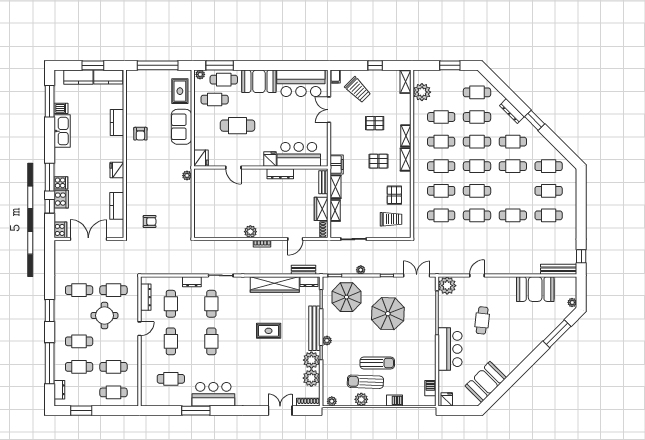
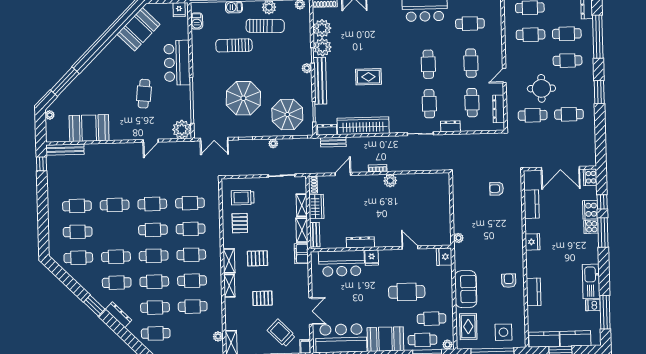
side table: (147, 85) -> (503, 332), added
plant: (422, 92) -> (218, 336), width x0.53, depth x0.53
sun lounger: (377, 363) -> (234, 45), moved

